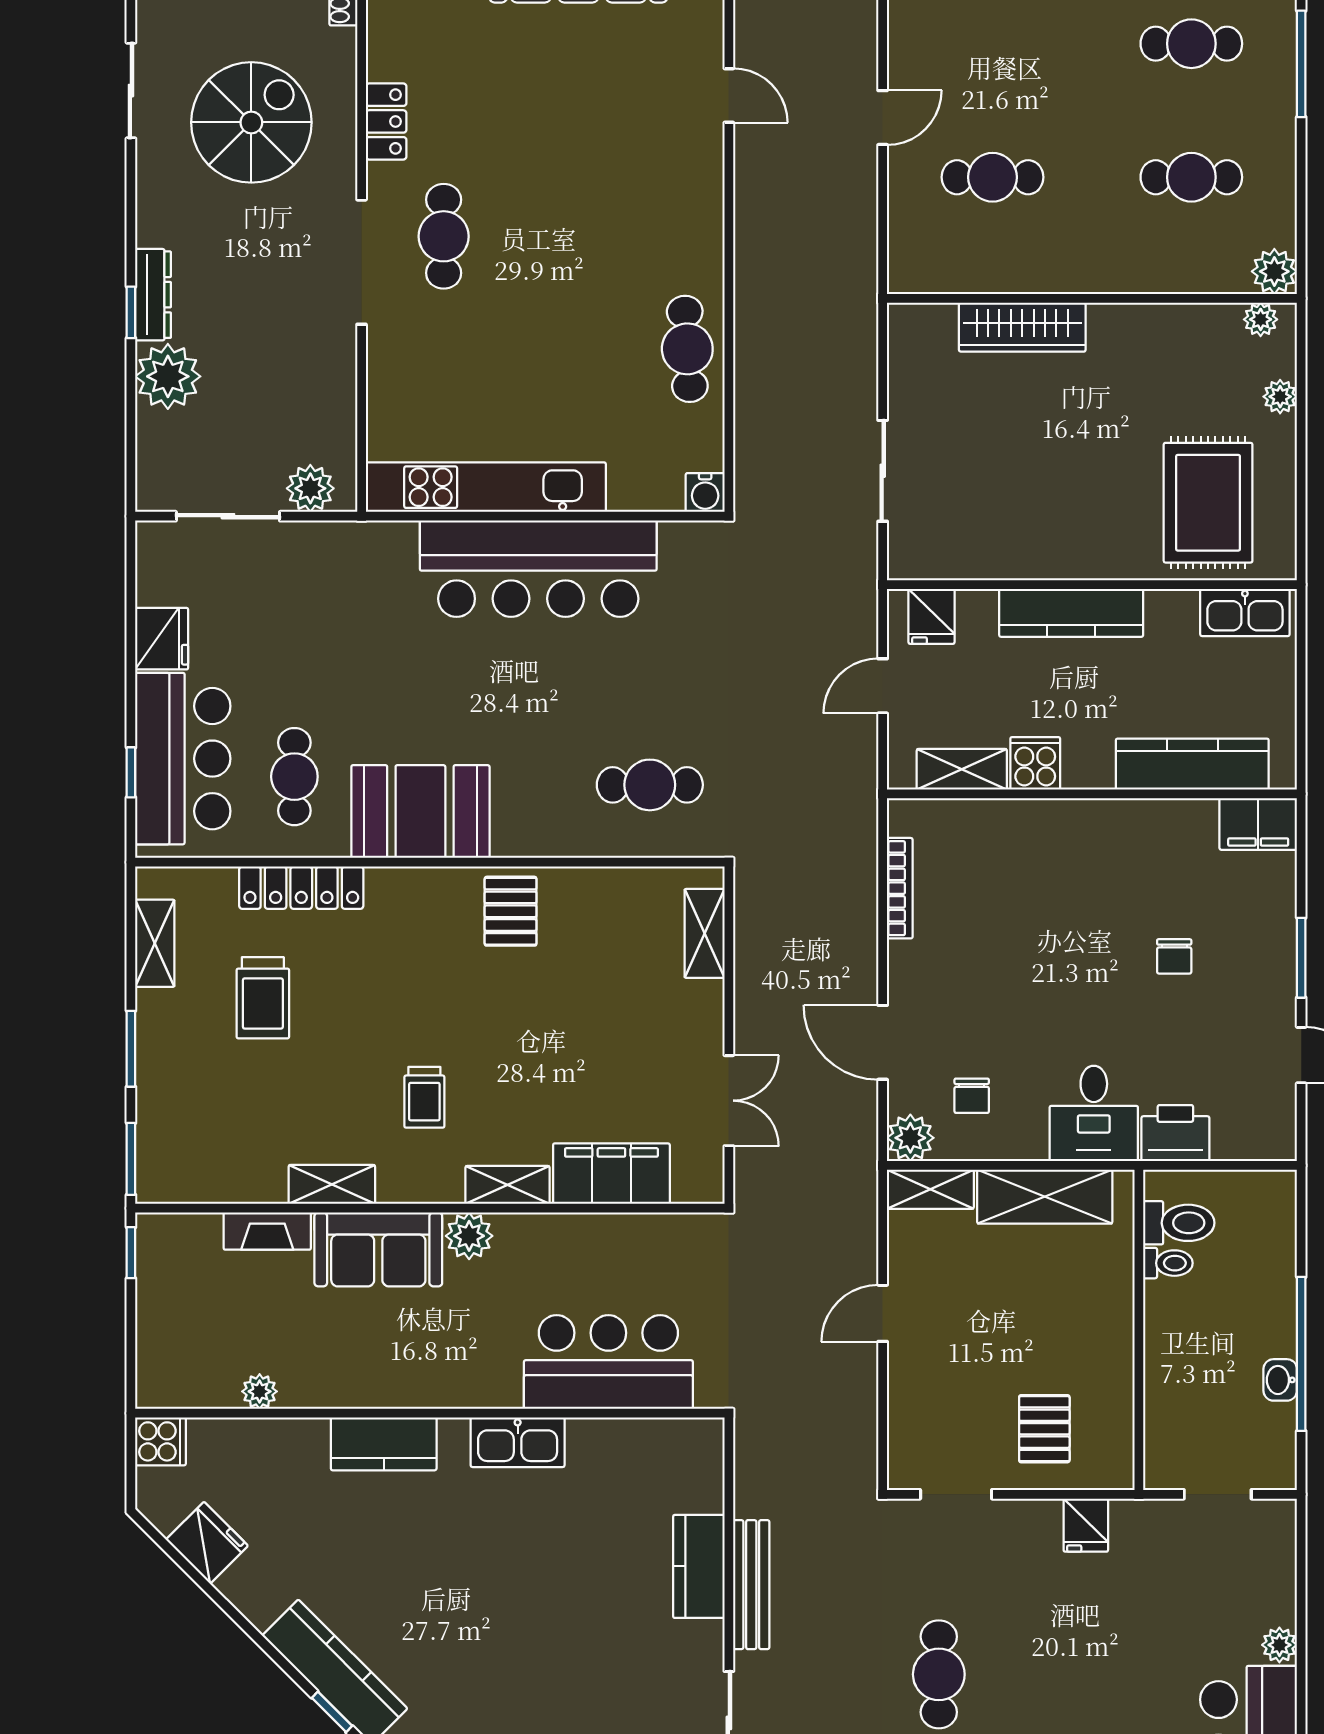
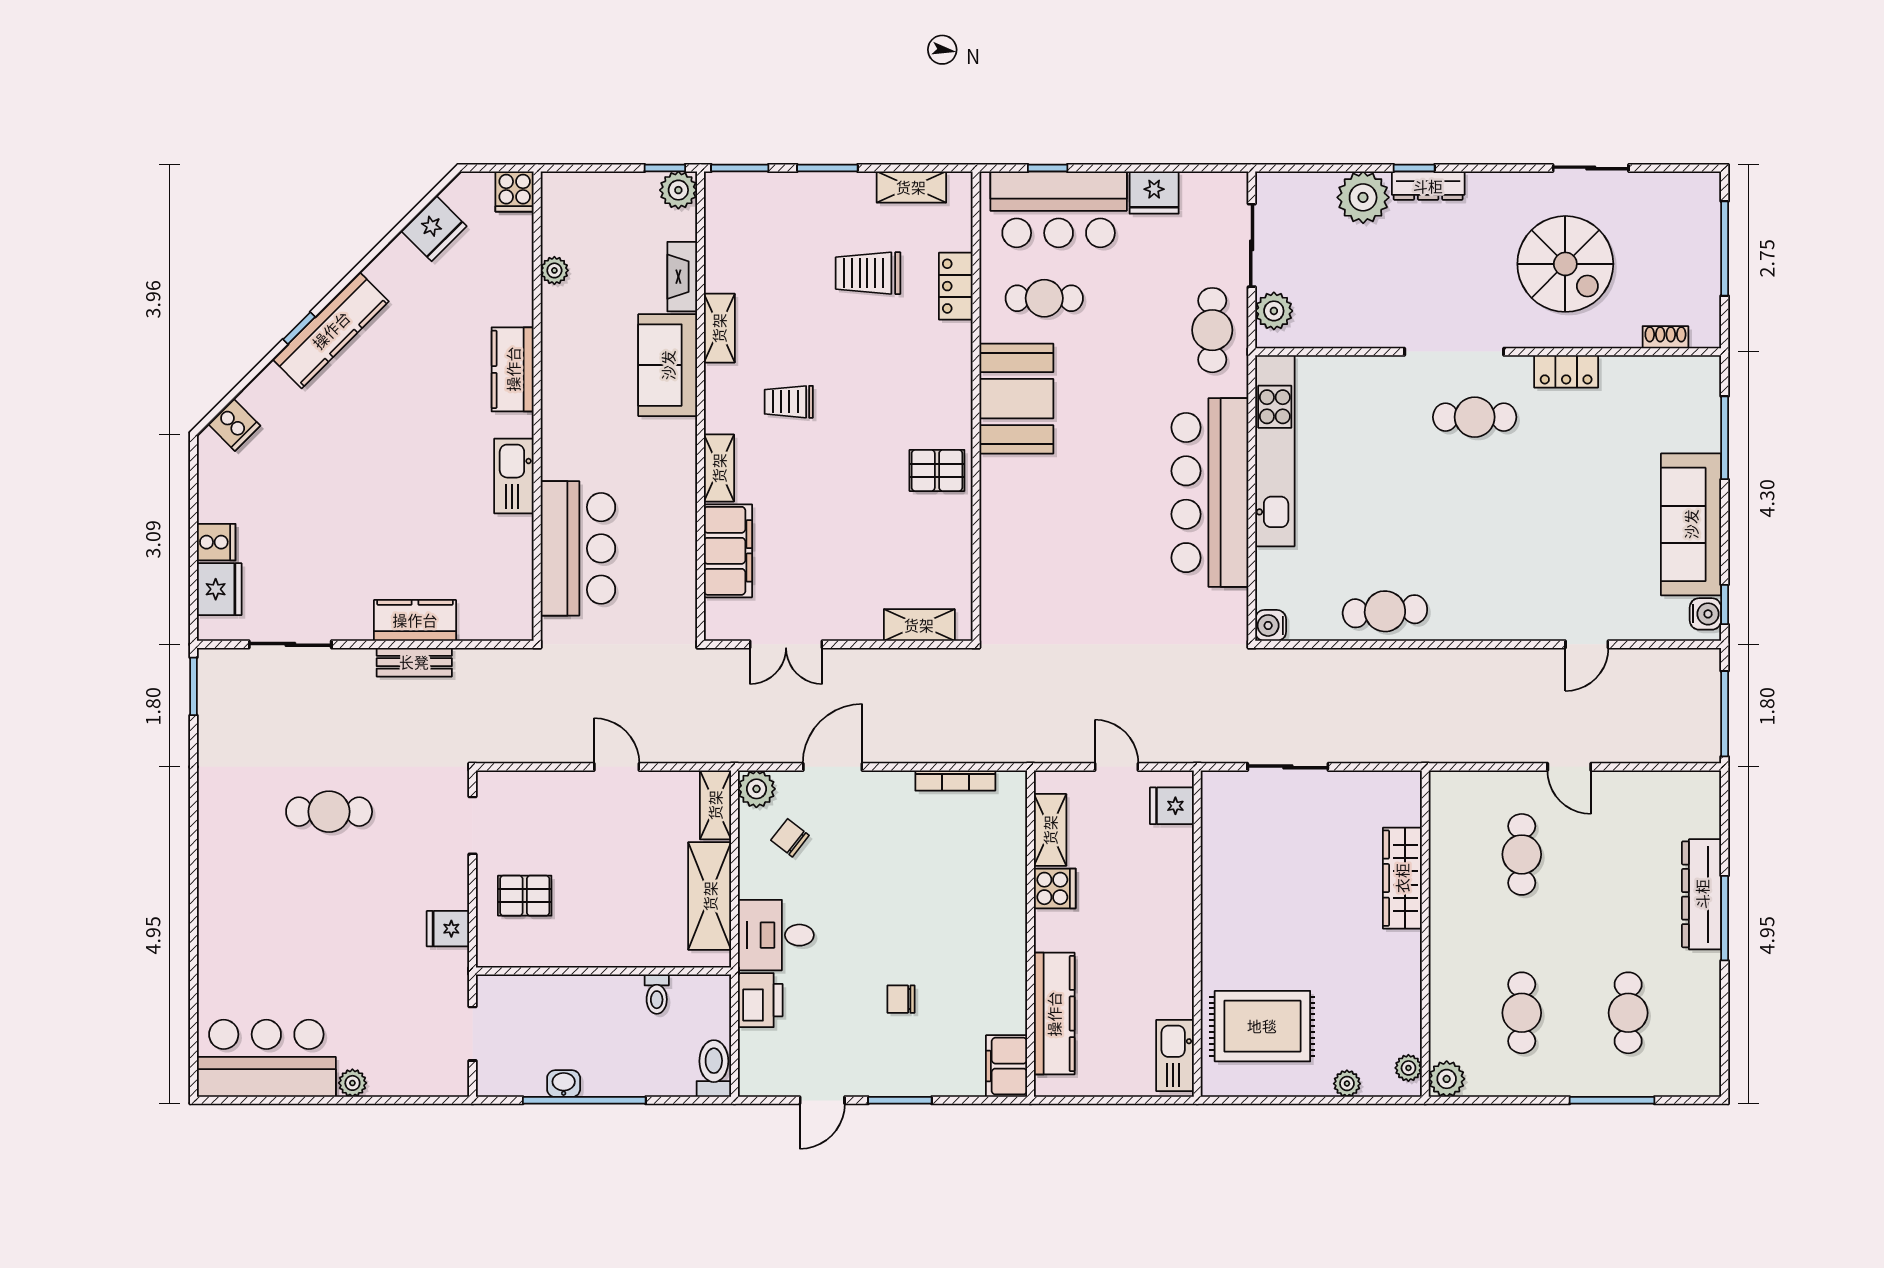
kitchen counter: (1071, 613) -> (1175, 917), removed
cafe table: (650, 785) -> (1212, 330), moved
locker: (301, 888) -> (956, 286), width x0.66
chair: (972, 1096) -> (790, 838), turned 38
toilet: (1179, 1223) -> (714, 1069), moved, turned 180
plant: (469, 1236) -> (678, 190), moved
bench: (751, 1585) -> (414, 662), width x0.73

